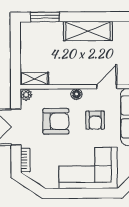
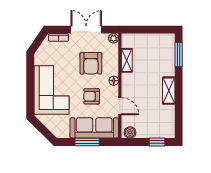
shelving: (88, 31) -> (169, 91), width x0.67, depth x0.75
shelving: (34, 79) -> (127, 60), moved

